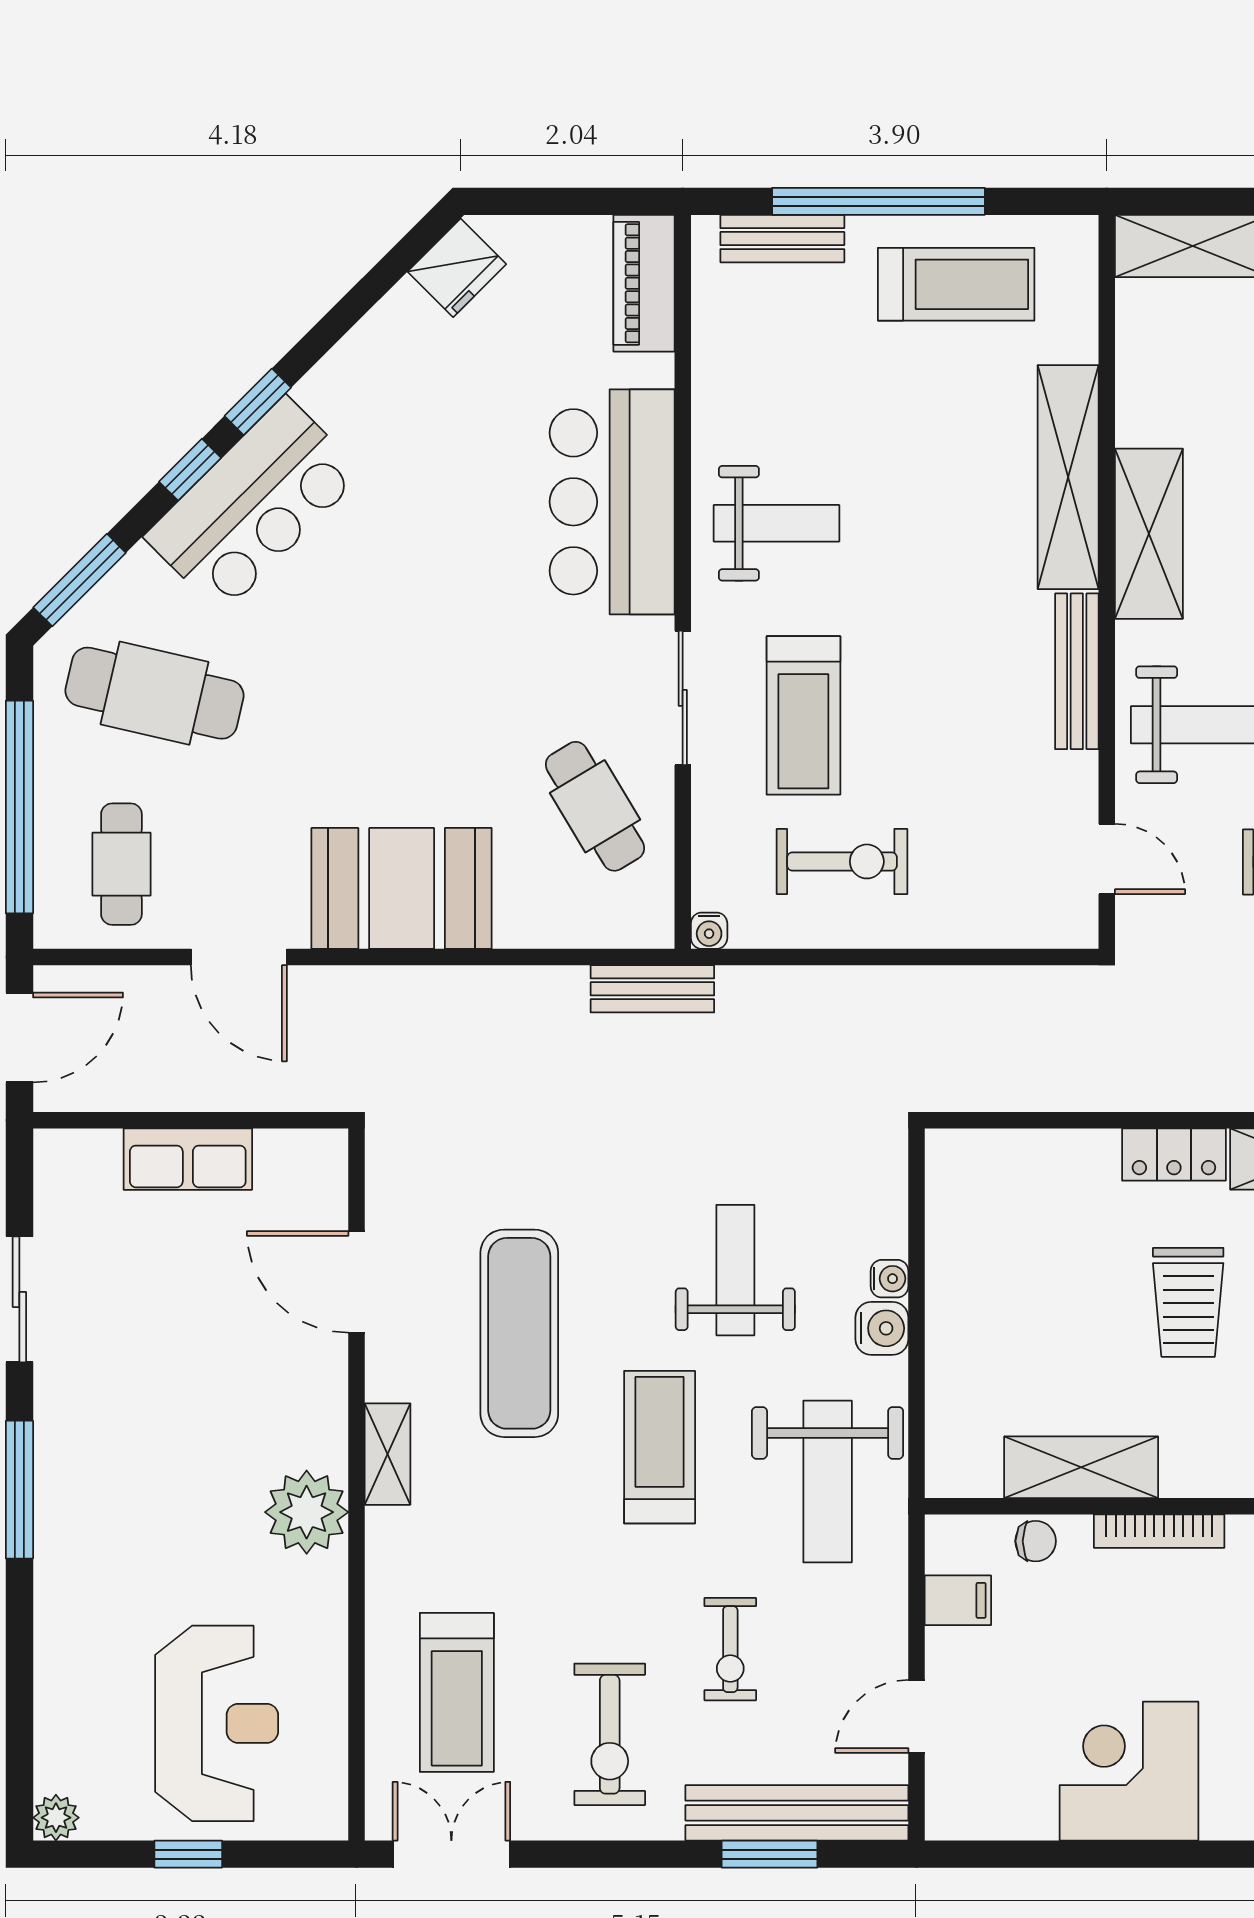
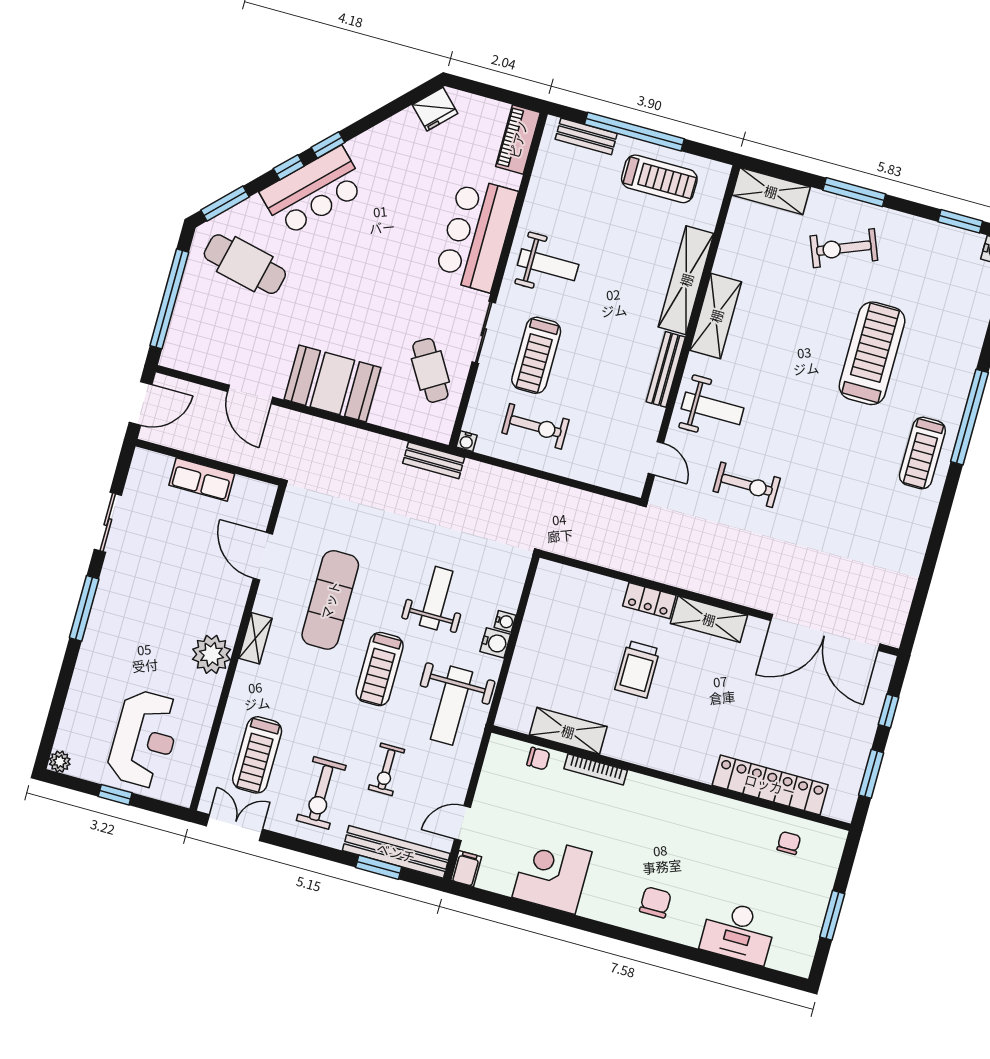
cafe table: (121, 864) -> (208, 338), removed
treadmill: (660, 1447) -> (380, 669), turned 180
filing cabinet: (958, 1600) -> (466, 869), moved, turned -90

